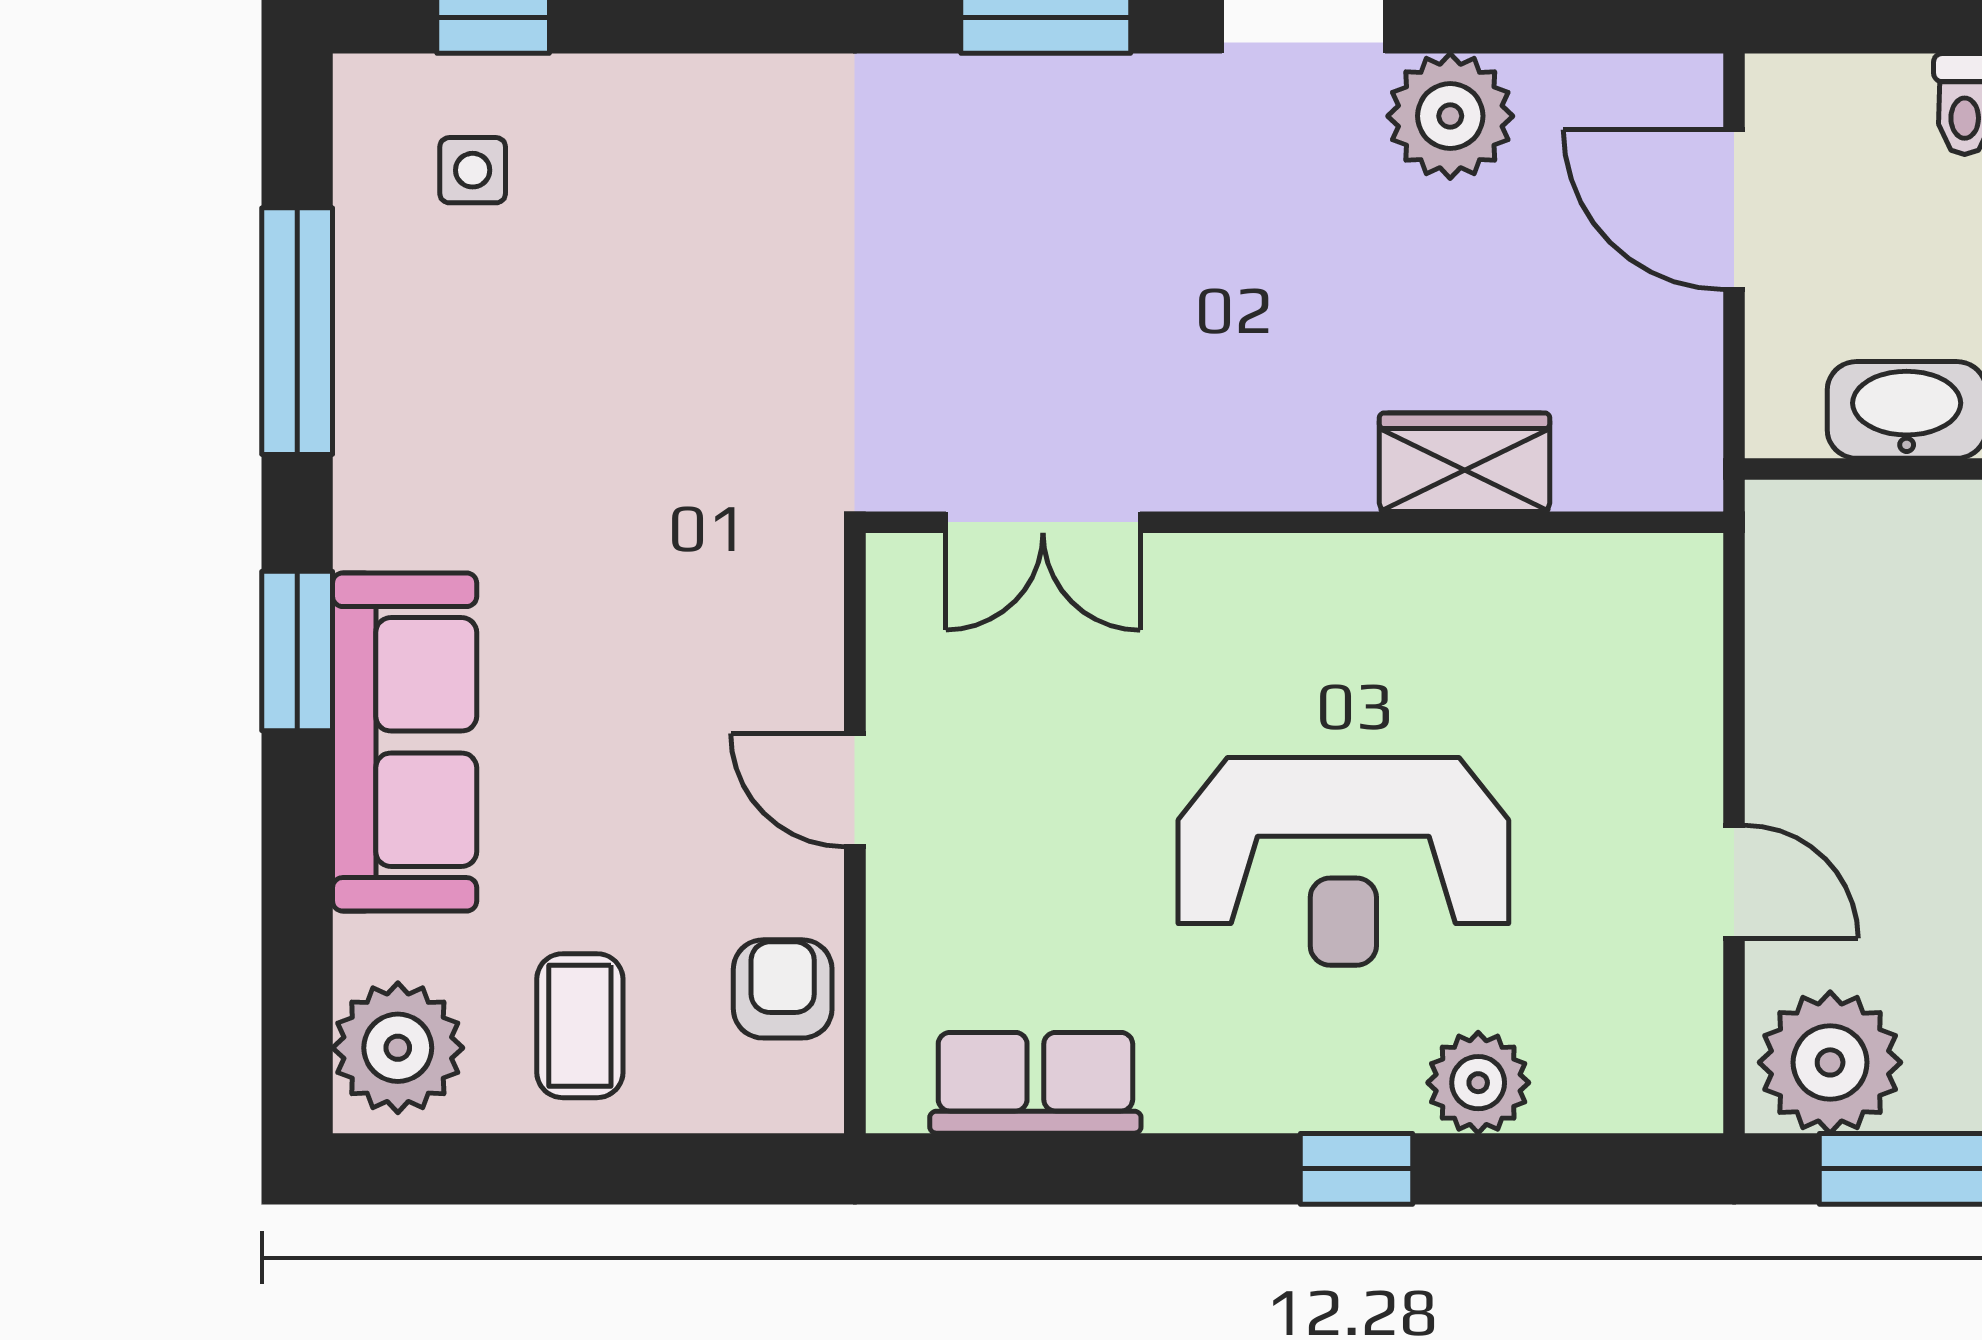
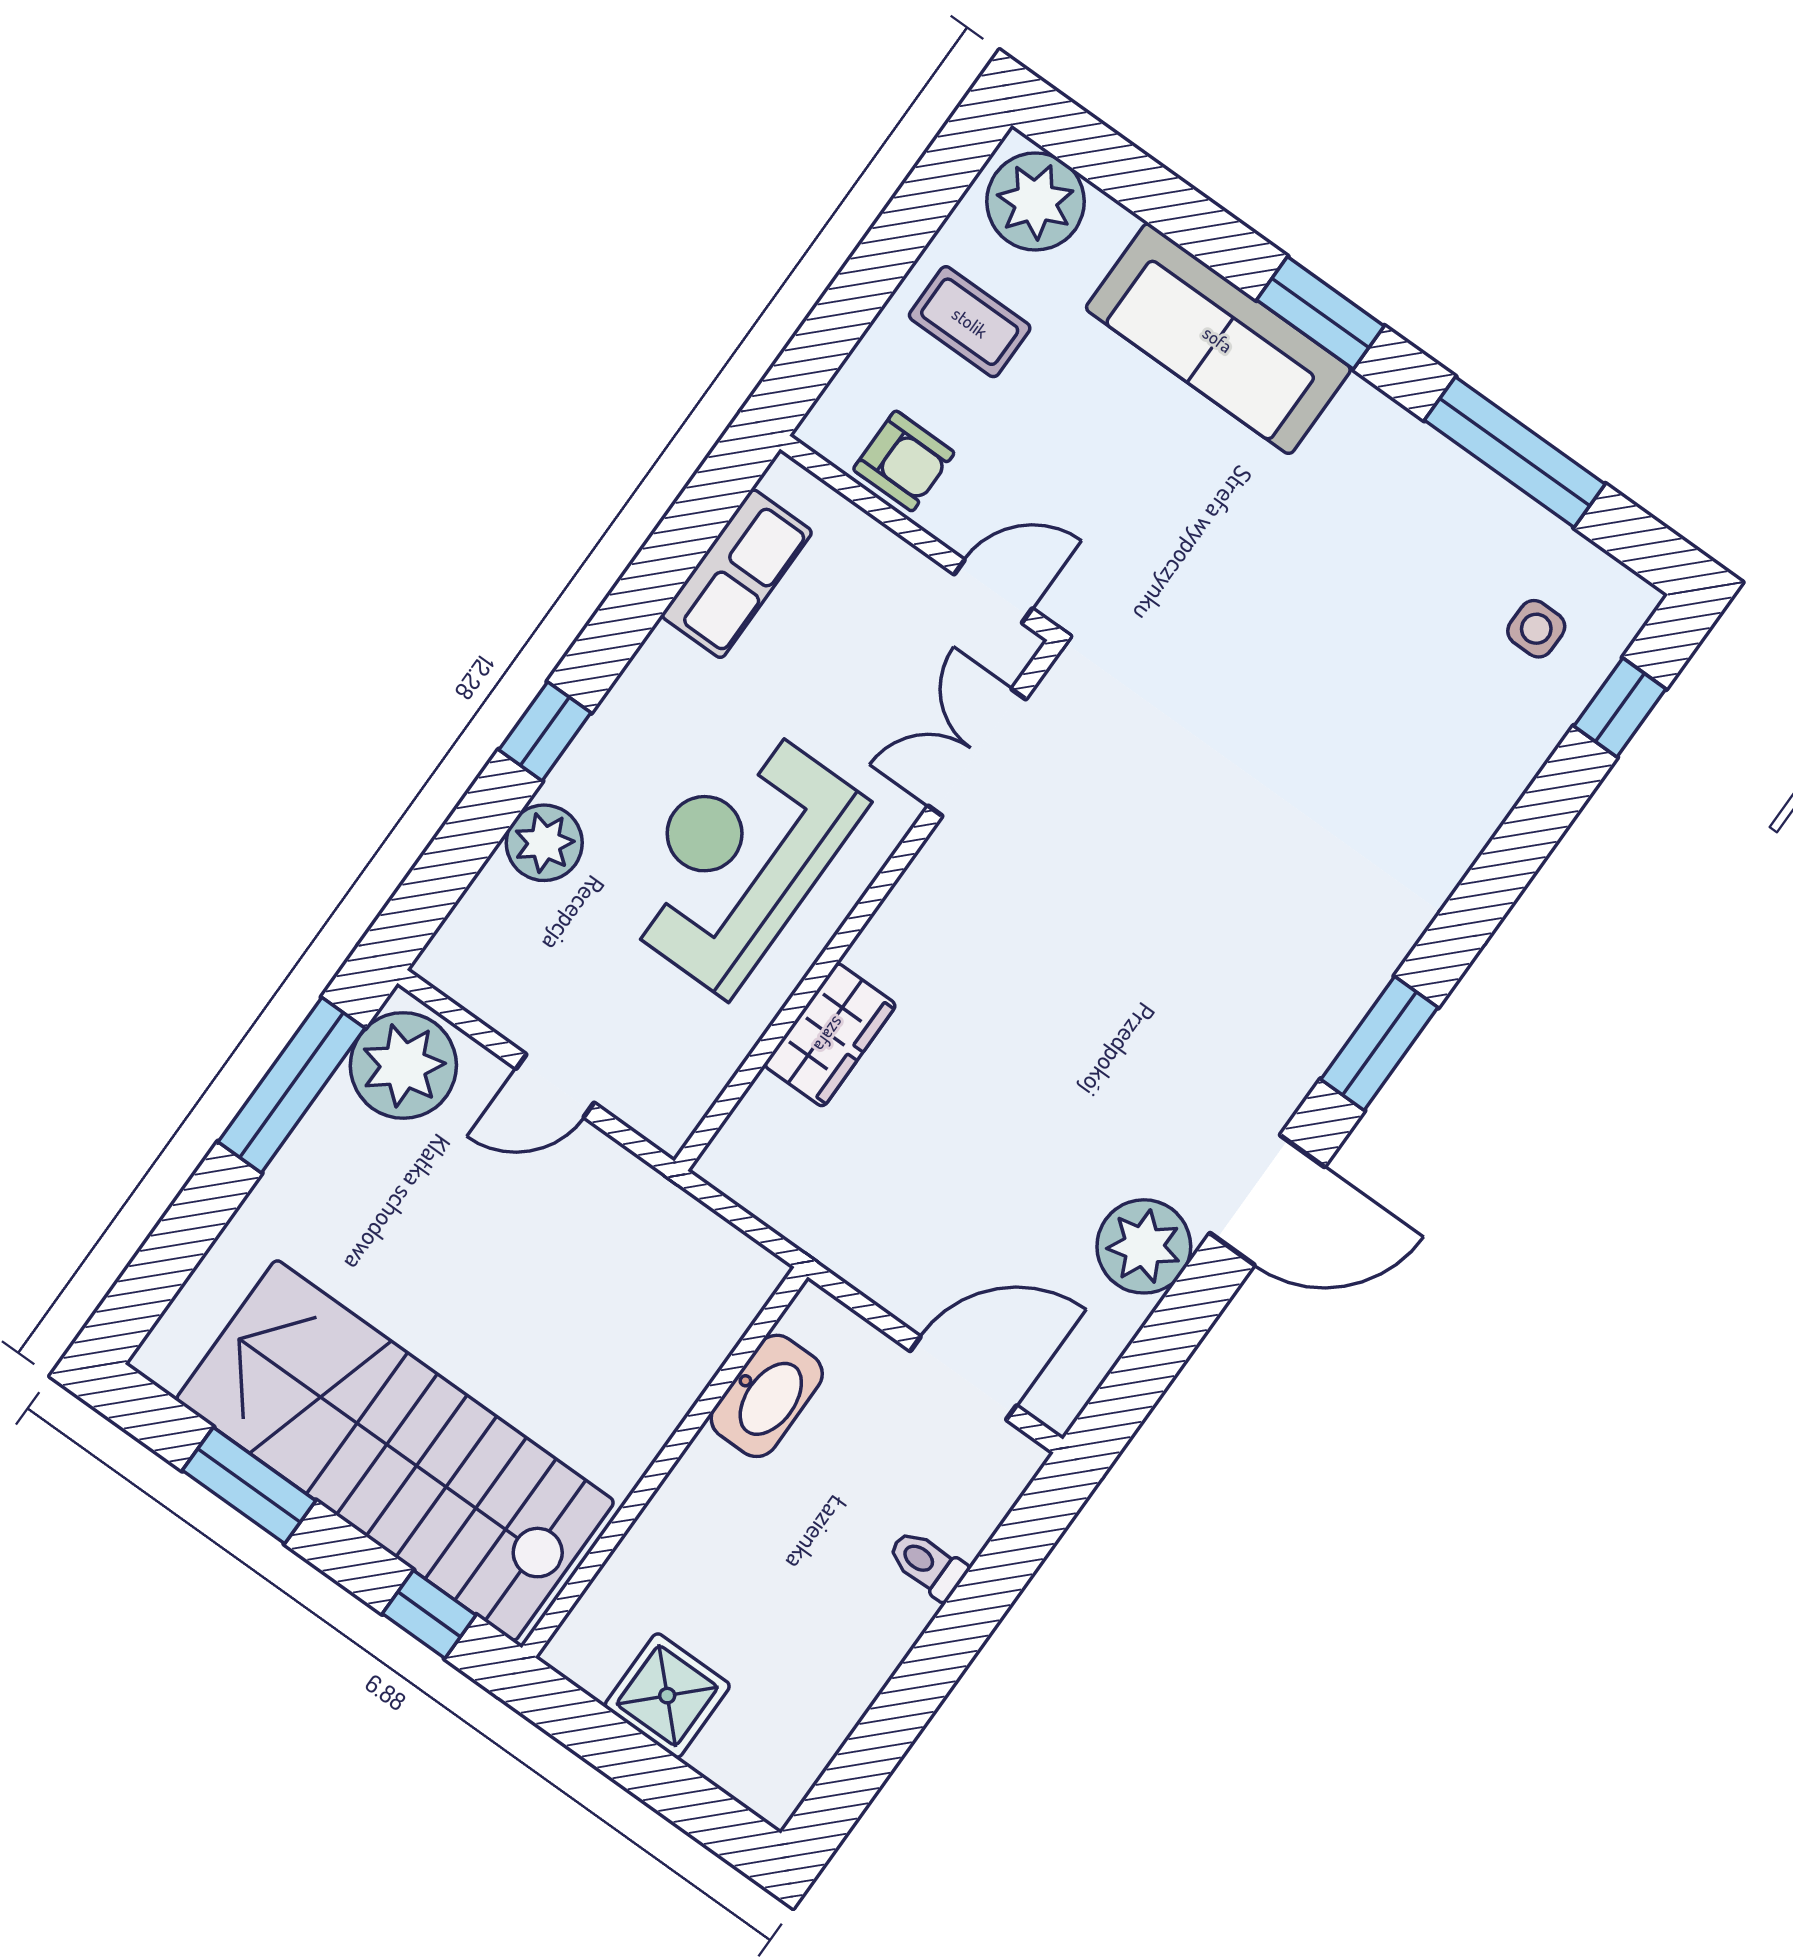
wardrobe: (1465, 462) -> (830, 1035), moved
double door: (1043, 522) -> (977, 753), moved
wall: (1294, 522) -> (868, 905), moved

